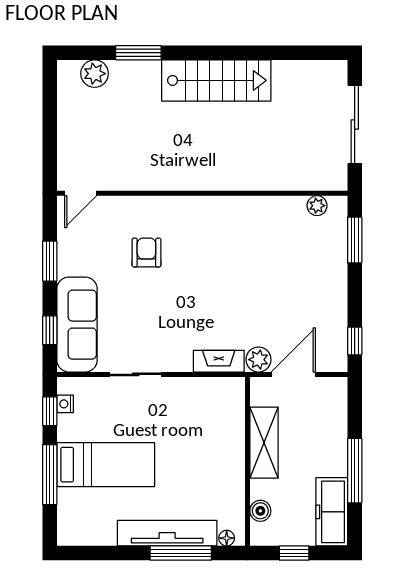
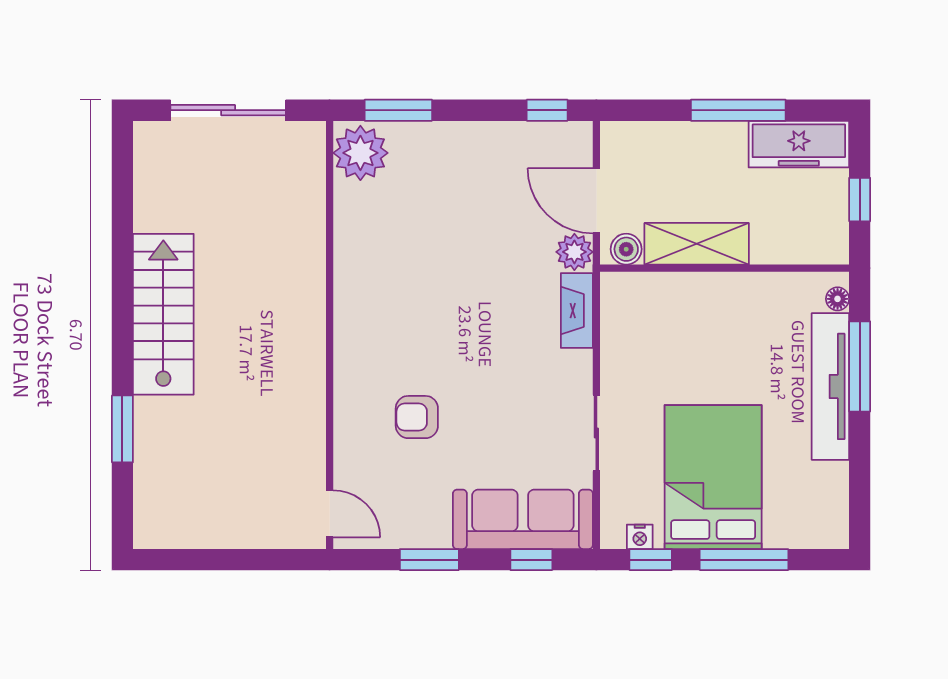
plant: (95, 74) -> (153, 493), removed
plant: (317, 206) -> (360, 153), width x1.88, depth x1.88
bed: (106, 465) -> (713, 477), width x1.50
boiler: (260, 511) -> (626, 249), moved

